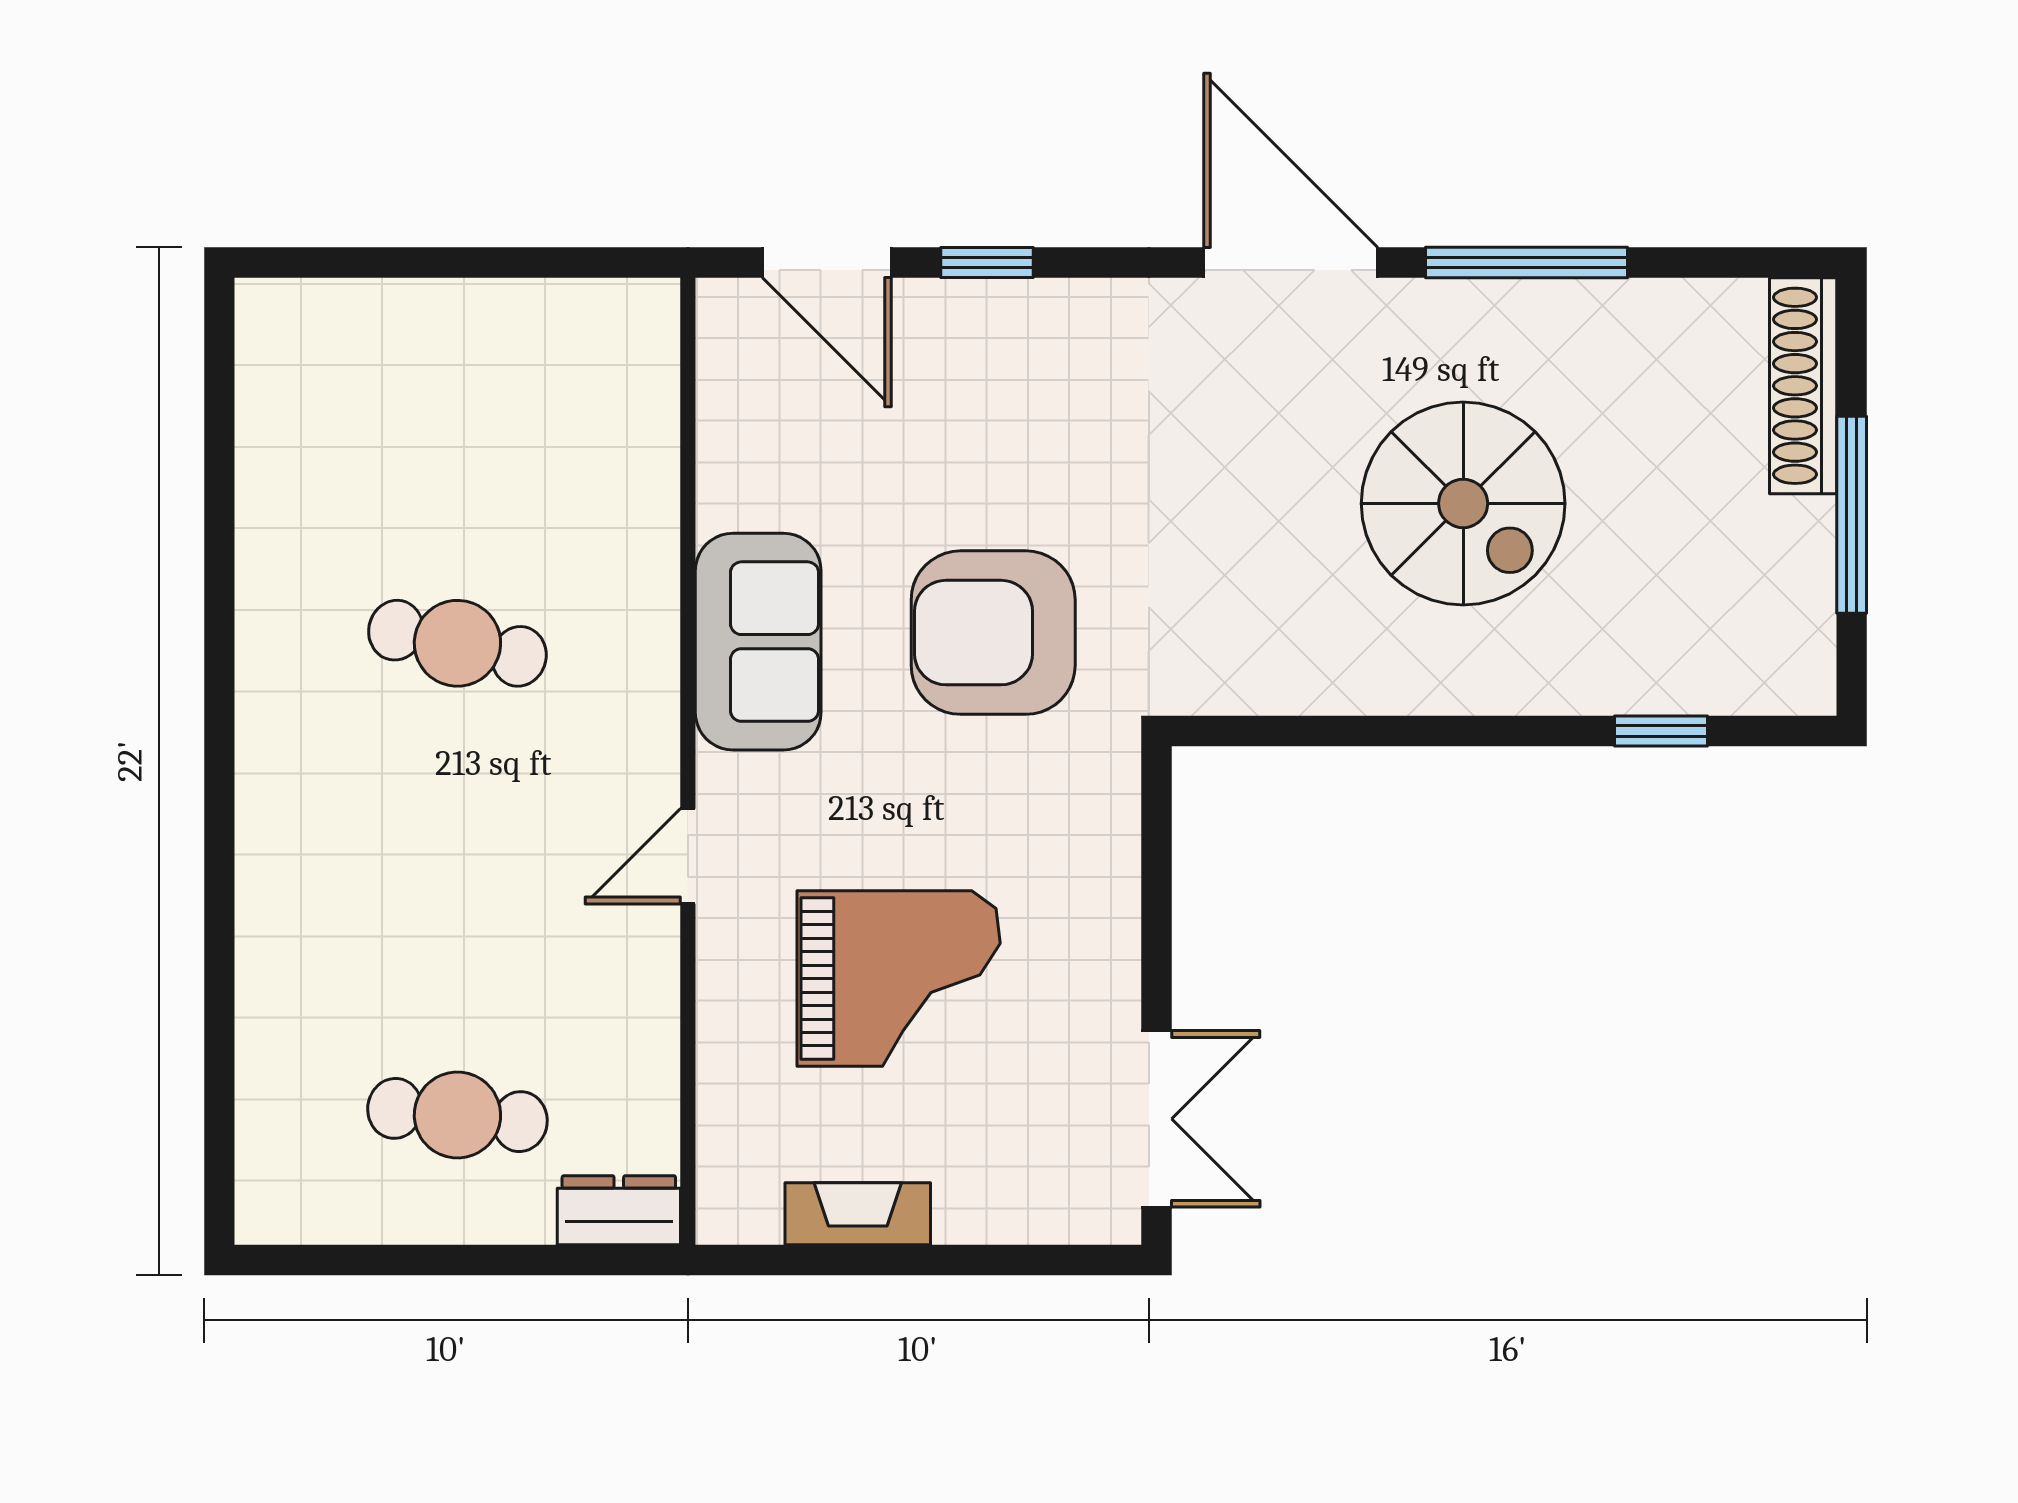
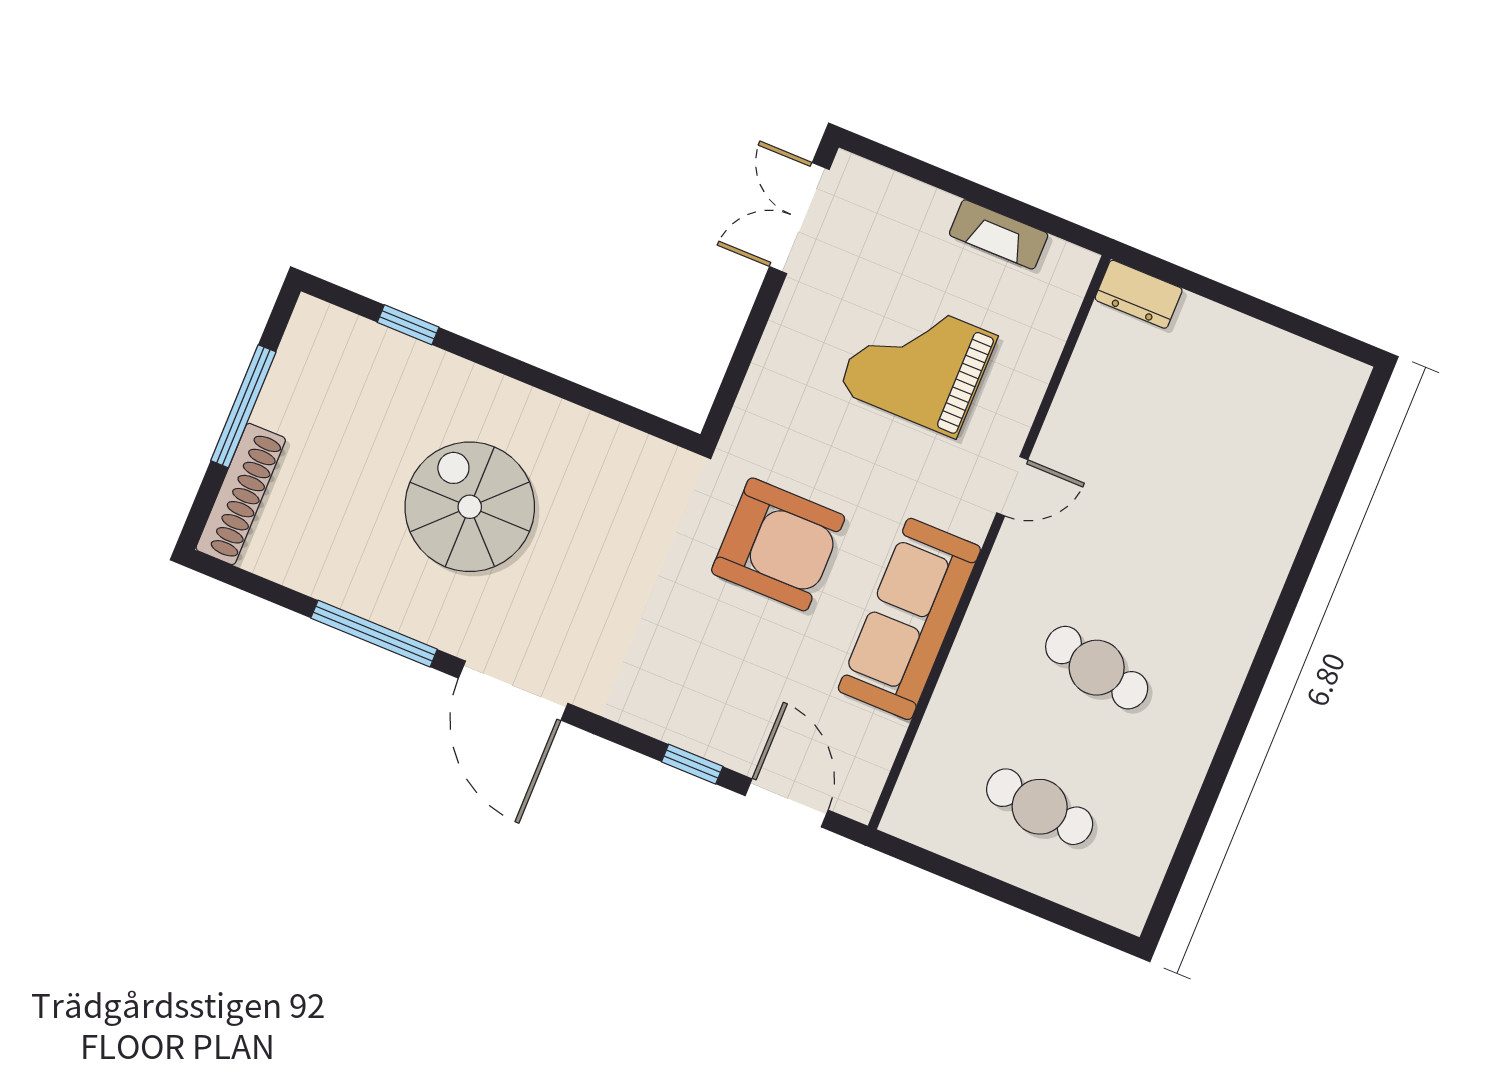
sofa: (758, 642) -> (909, 619), width x1.36
cafe table: (457, 1115) -> (1040, 807), moved

